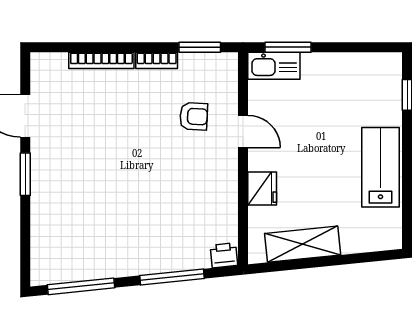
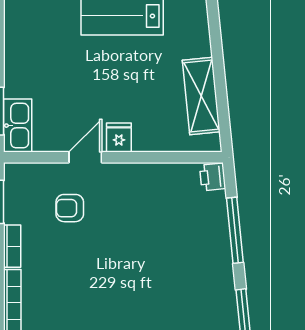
armchair: (194, 116) -> (70, 208), turned -93
fridge: (262, 189) -> (119, 138), moved, width x0.72

